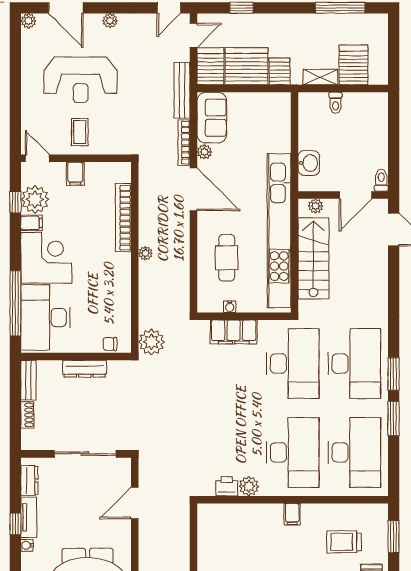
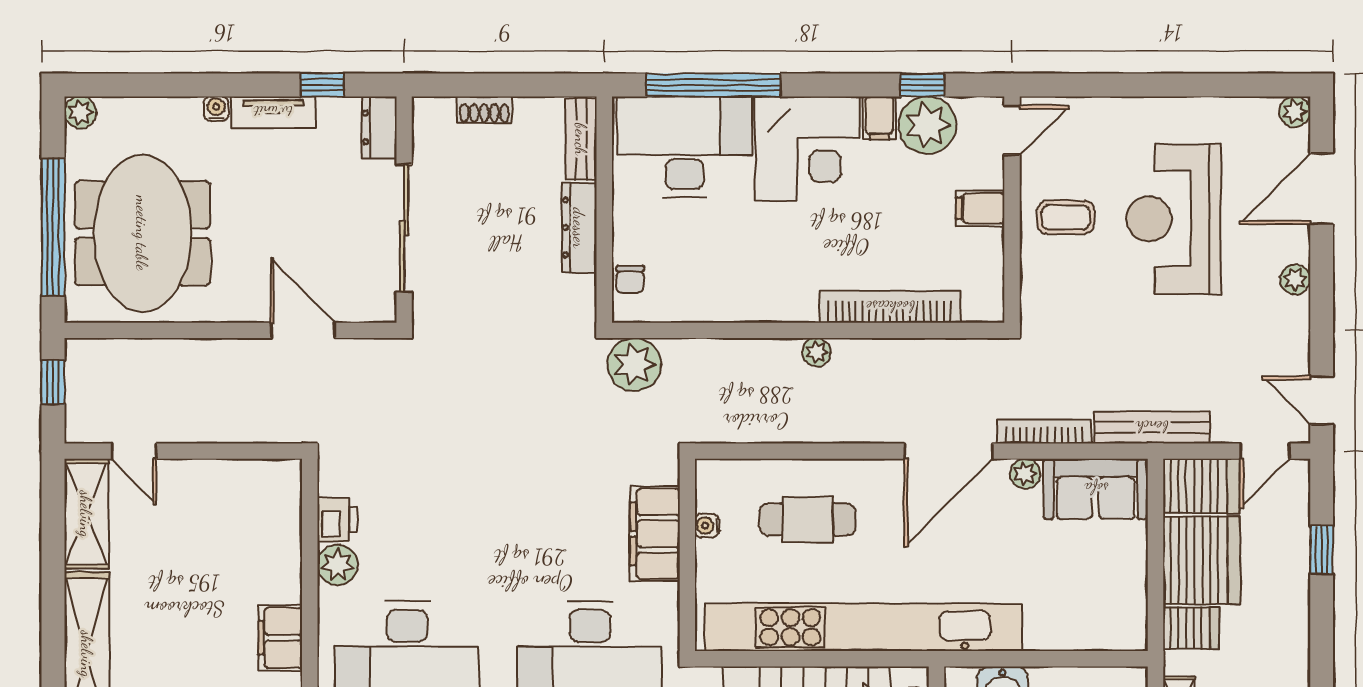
door: (193, 35) -> (1265, 451), hinge flipped
chair: (110, 344) -> (630, 279), turned 180
bench: (29, 380) -> (581, 139), moved, turned 90
dresser: (29, 481) -> (379, 127), moved, turned 90
filing cabinet: (292, 514) -> (280, 638), width x2.00
window: (15, 524) -> (322, 85), moved

